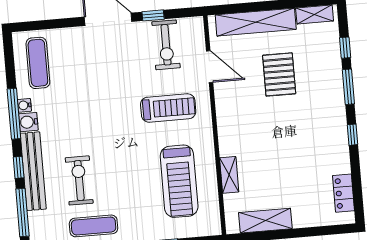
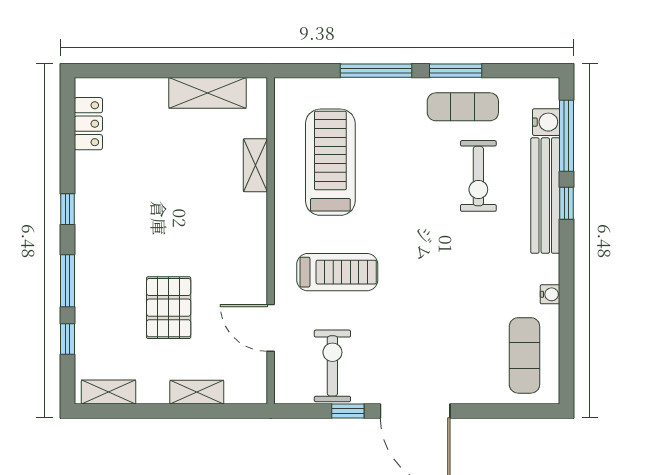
shelving: (256, 22) -> (197, 392), width x0.45, depth x0.75
treadmill: (168, 108) -> (337, 272), turned 180
window: (14, 114) -> (566, 283), removed
water cooler: (28, 122) -> (546, 122), moved

